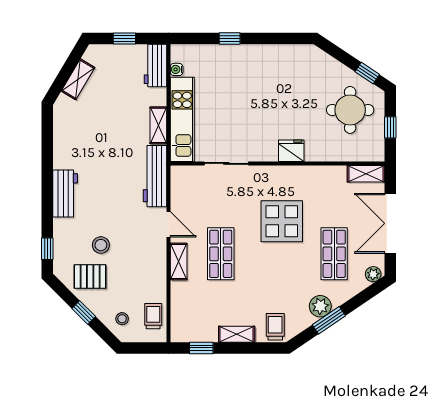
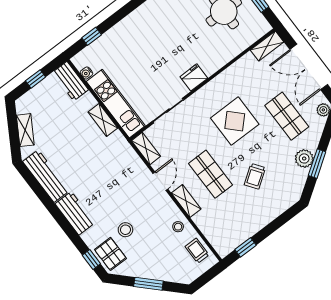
window: (230, 39) -> (92, 36), moved
fridge: (291, 151) -> (194, 77), moved
workbench: (155, 176) -> (46, 176), moved, turned 180
door: (168, 224) -> (160, 181), hinge flipped
pallet: (90, 277) -> (110, 254), moved, turned 90
window: (84, 312) -> (148, 284), width x1.50
stool: (122, 319) -> (178, 227), moved
trolley: (275, 327) -> (255, 176), moved, turned -125
shelving: (237, 334) -> (146, 149), moved, turned 90

